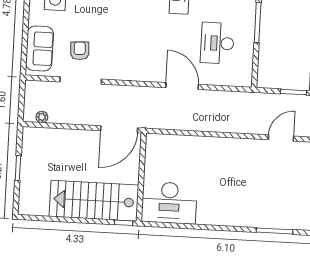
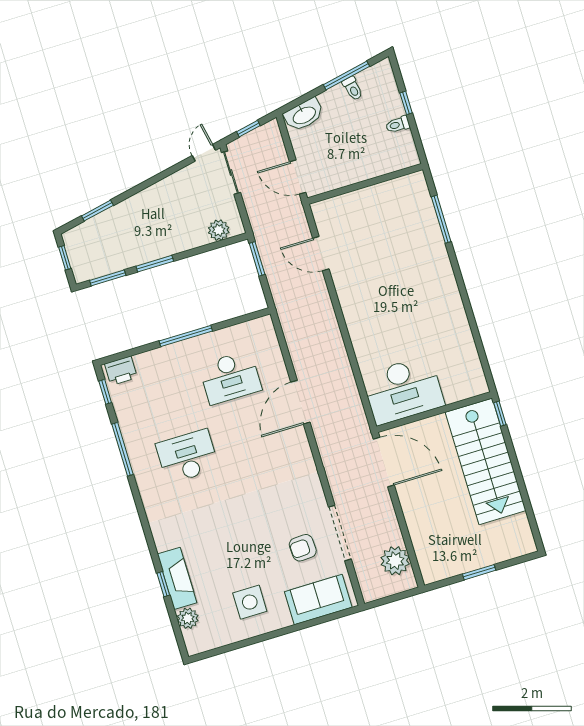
plant: (42, 117) -> (395, 561), width x1.87, depth x1.87
desk: (169, 203) -> (403, 390), moved, turned 90

